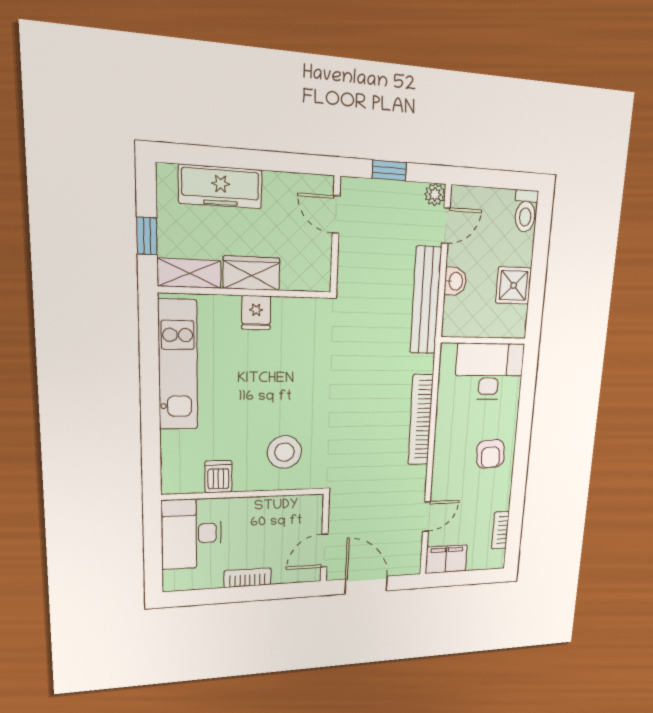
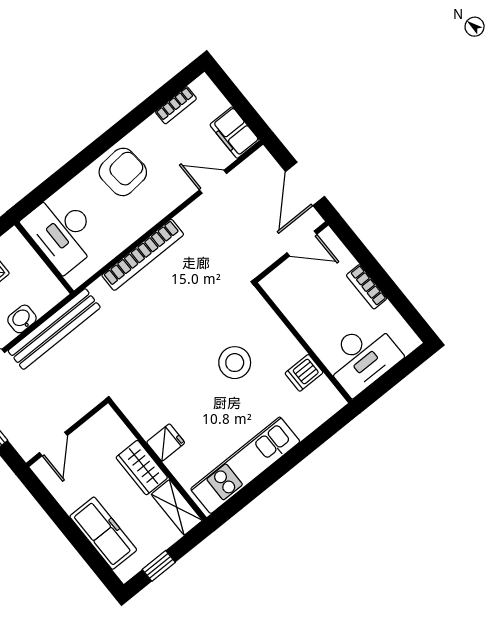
window: (147, 236) -> (159, 566), moved
stool: (284, 452) -> (235, 363), moved
armchair: (490, 454) -> (123, 172), width x1.38, depth x1.38

